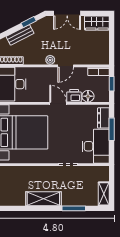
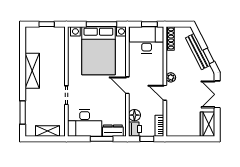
bench: (20, 35) -> (198, 52), width x1.36
printer: (74, 96) -> (135, 129), moved
door: (58, 103) -> (127, 85), swing flipped
shelving: (104, 194) -> (47, 131), moved
window: (74, 208) -> (23, 112), moved

